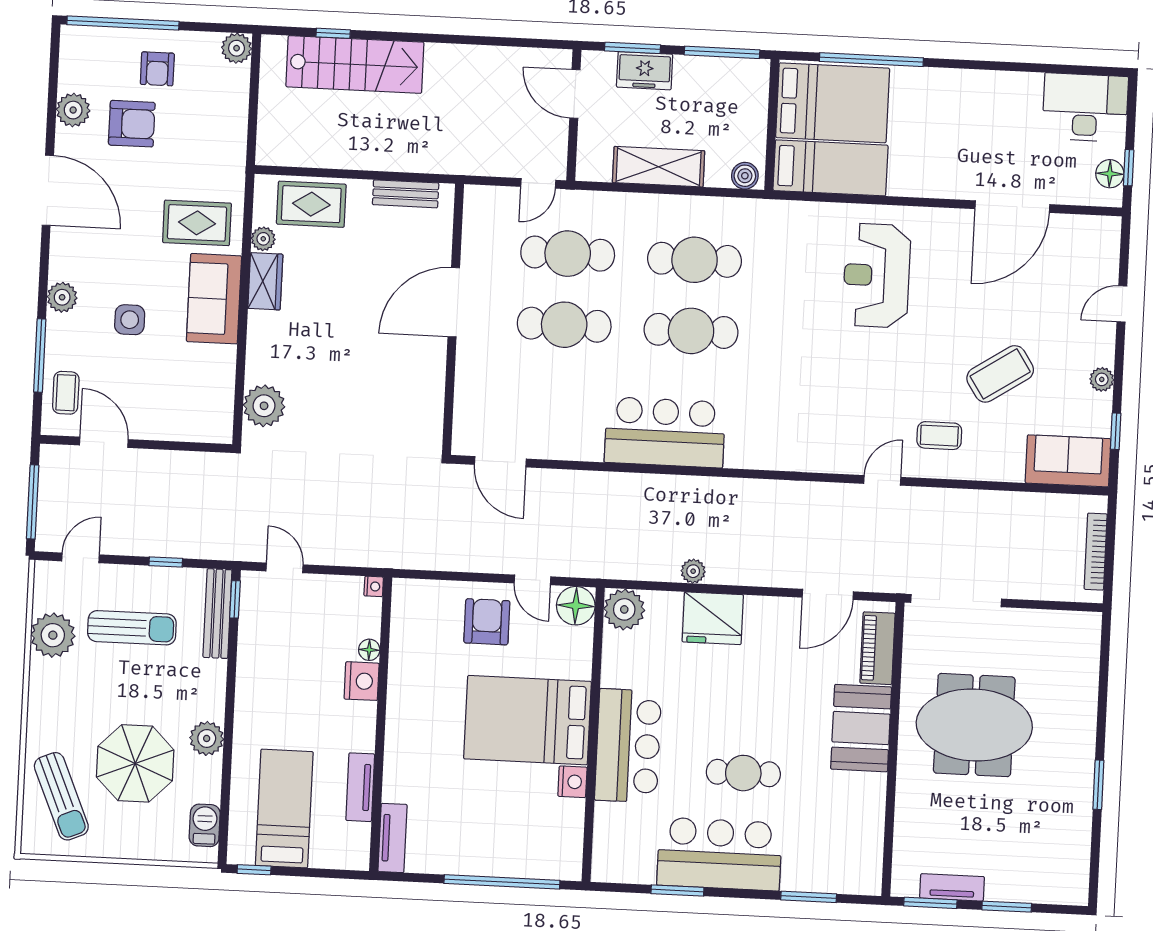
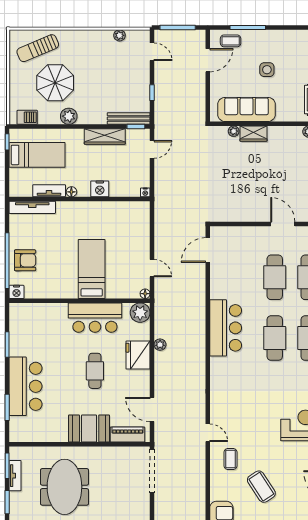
wardrobe: (265, 281) -> (253, 134), moved
plant: (62, 297) -> (276, 37), removed
sofa: (214, 299) -> (246, 109), moved, width x1.36
door: (454, 302) -> (283, 224), width x0.73
plant: (264, 406) -> (234, 131), width x0.53, depth x0.53
door: (533, 580) -> (152, 268), swing flipped
floor lamp: (576, 606) -> (145, 294), width x0.53, depth x0.53
armchair: (487, 622) -> (25, 260), moved
sun lounger: (132, 628) -> (120, 78), removed
plant: (53, 635) -> (119, 35), width x0.53, depth x0.53
floor lamp: (369, 650) -> (71, 192), moved
wardrobe: (253, 665) -> (105, 136), added
bed: (527, 720) -> (92, 269), width x0.67
meeting table: (974, 725) -> (64, 487), moved
bar counter: (628, 746) -> (95, 318), moved
cafe table: (743, 773) -> (95, 371), moved
nightstand: (572, 782) -> (17, 292), moved
tv unit: (392, 838) -> (32, 207), width x1.41
bar counter: (720, 854) -> (26, 386), moved

